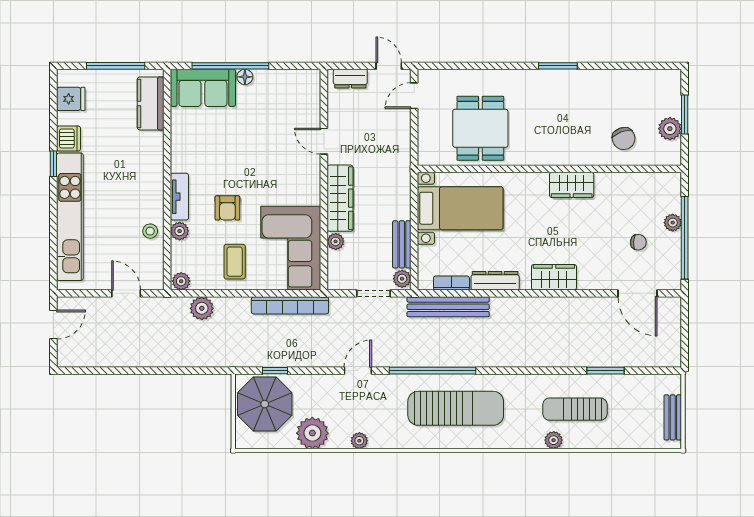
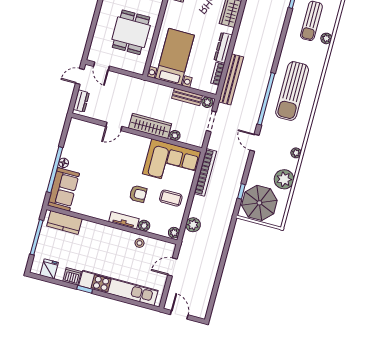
dining table: (480, 128) -> (131, 32), turned 90
sun lounger: (456, 408) -> (292, 91), turned 180

